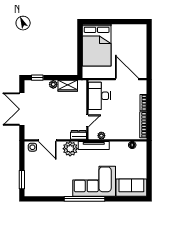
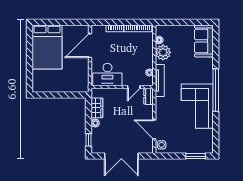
bed: (97, 45) -> (47, 47), moved, turned 90
door: (87, 121) -> (134, 87), swing flipped
door: (47, 140) -> (154, 129), swing flipped
plant: (70, 149) -> (163, 52), moved
corner sofa: (94, 181) -> (197, 106), moved

